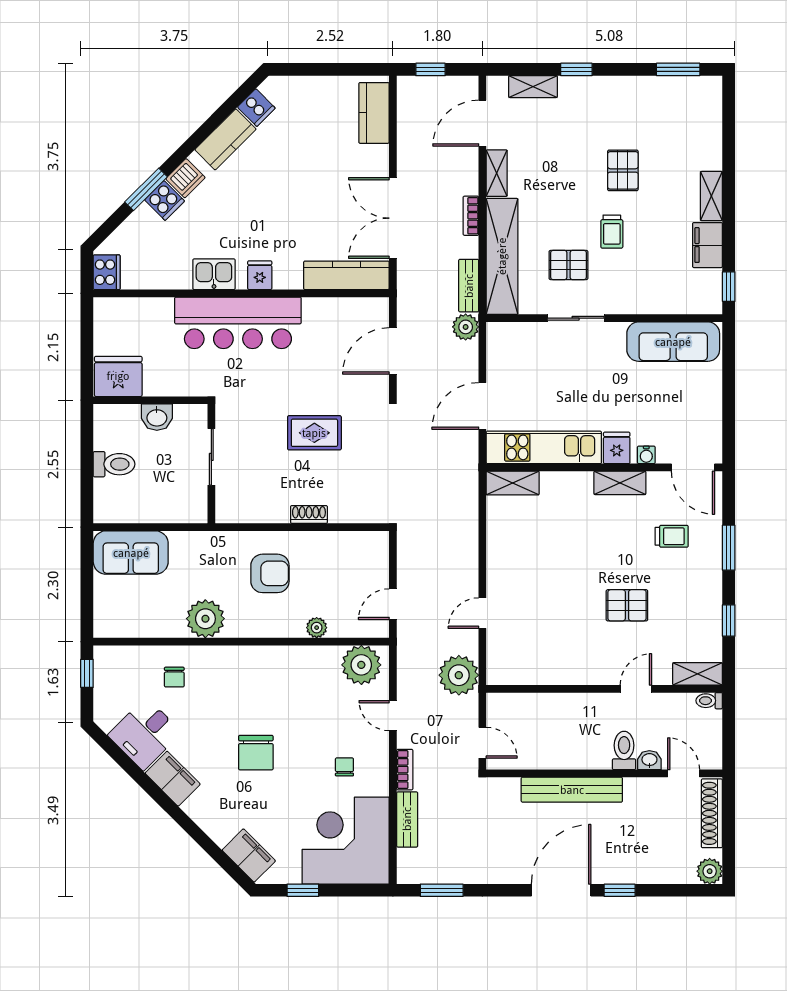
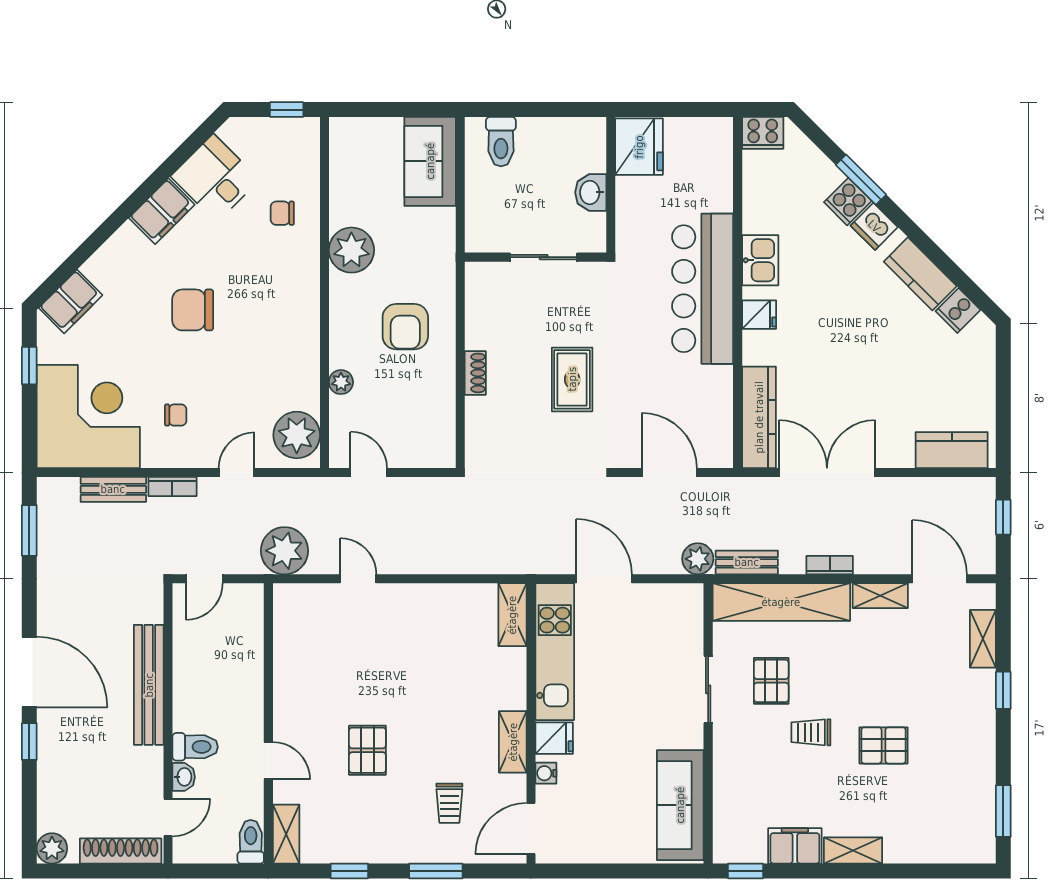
toilet: (114, 464) -> (501, 142), moved
toilet: (709, 701) -> (251, 842), width x1.37, depth x1.39

